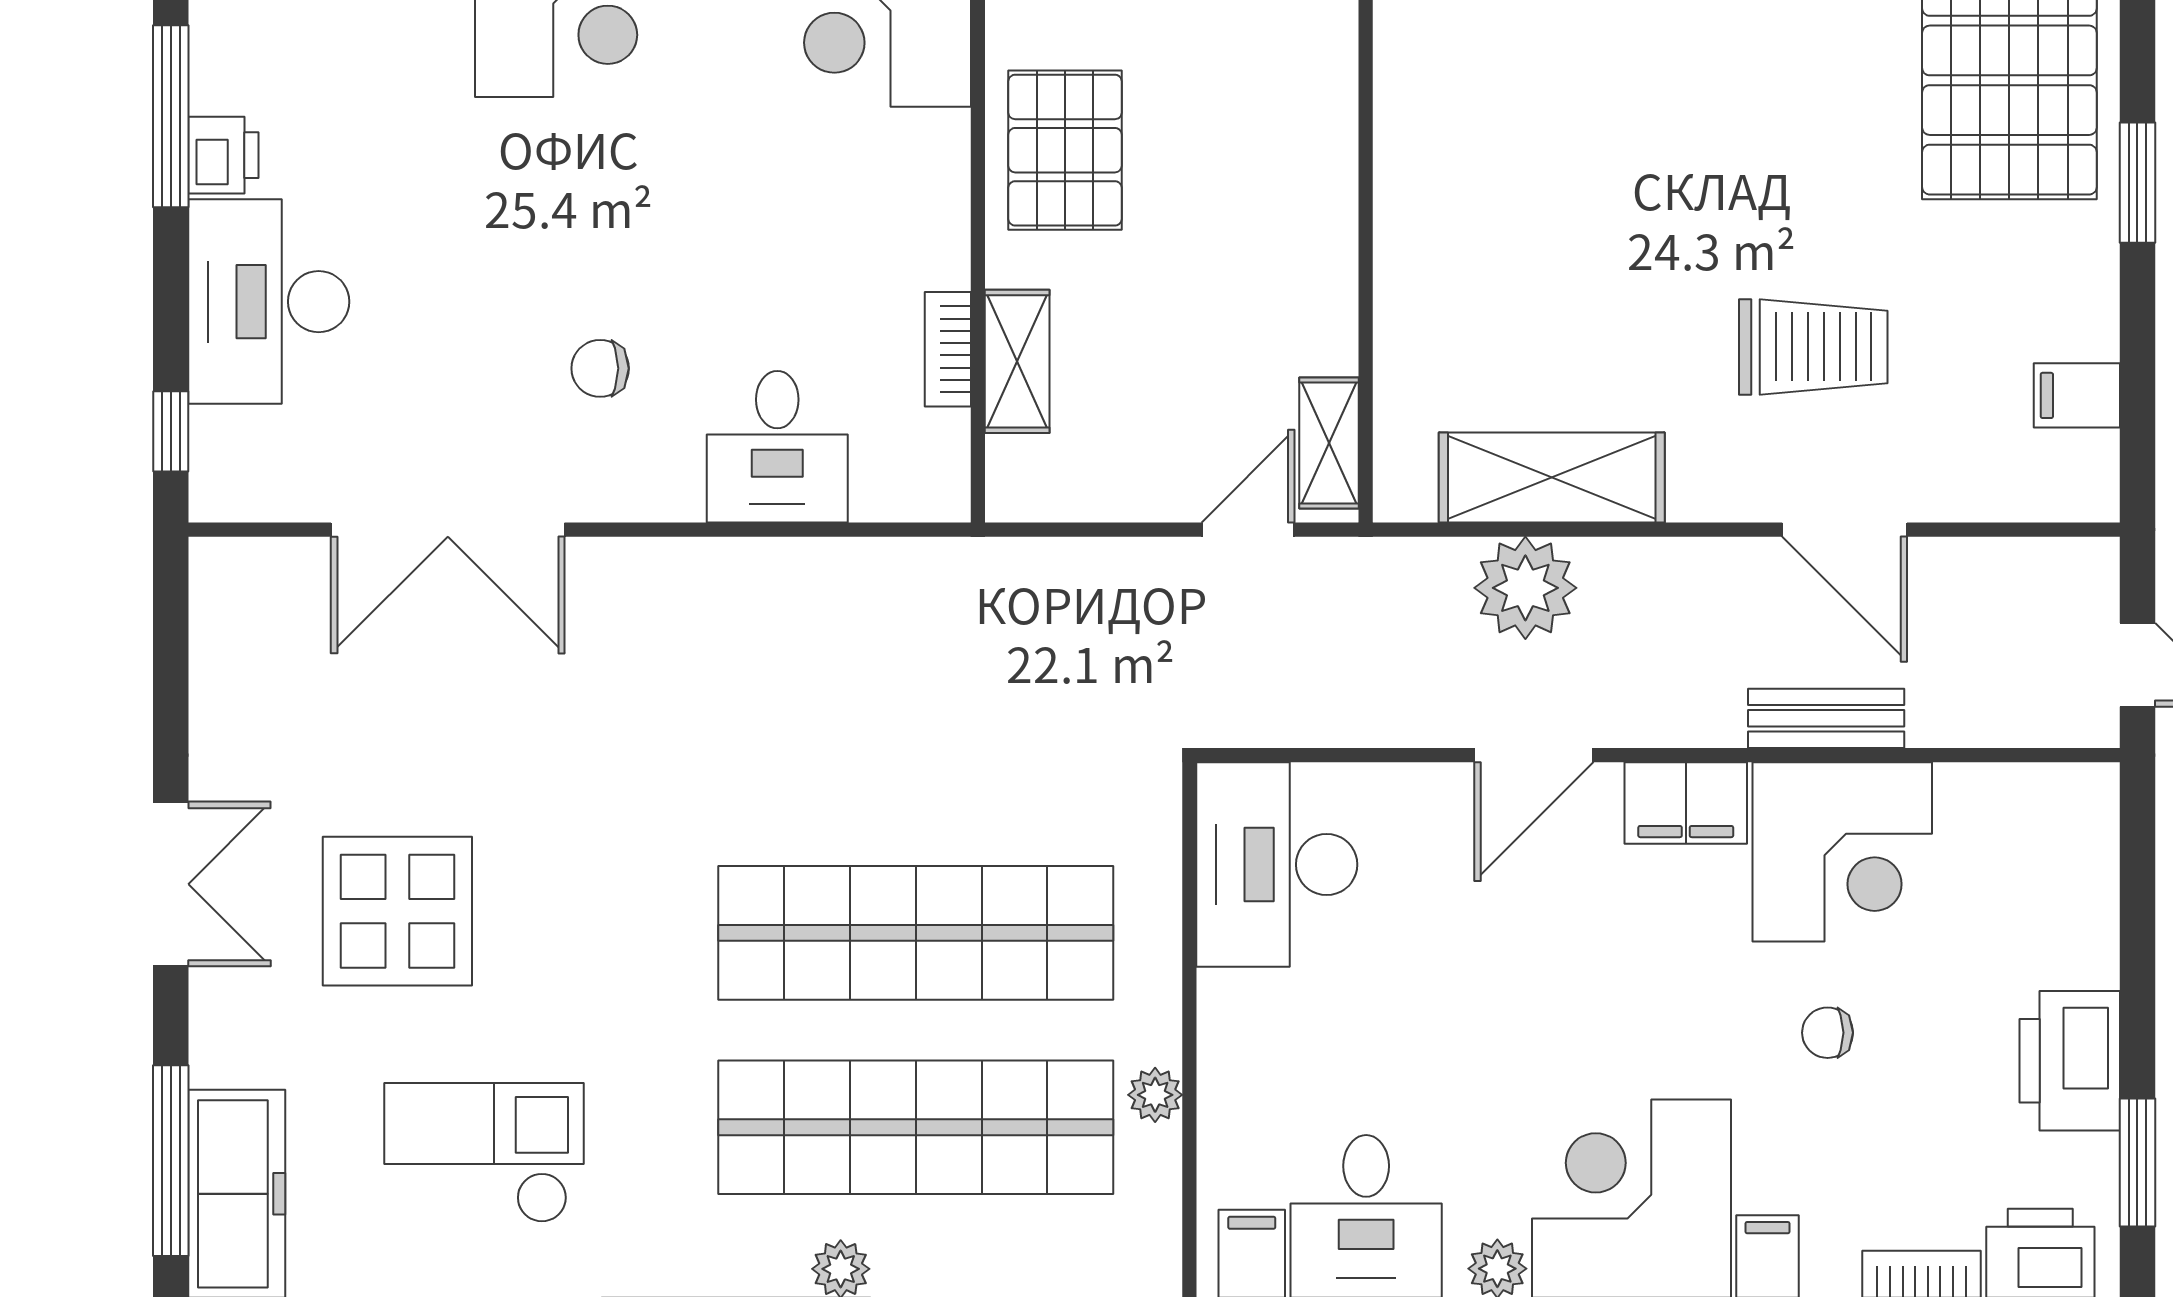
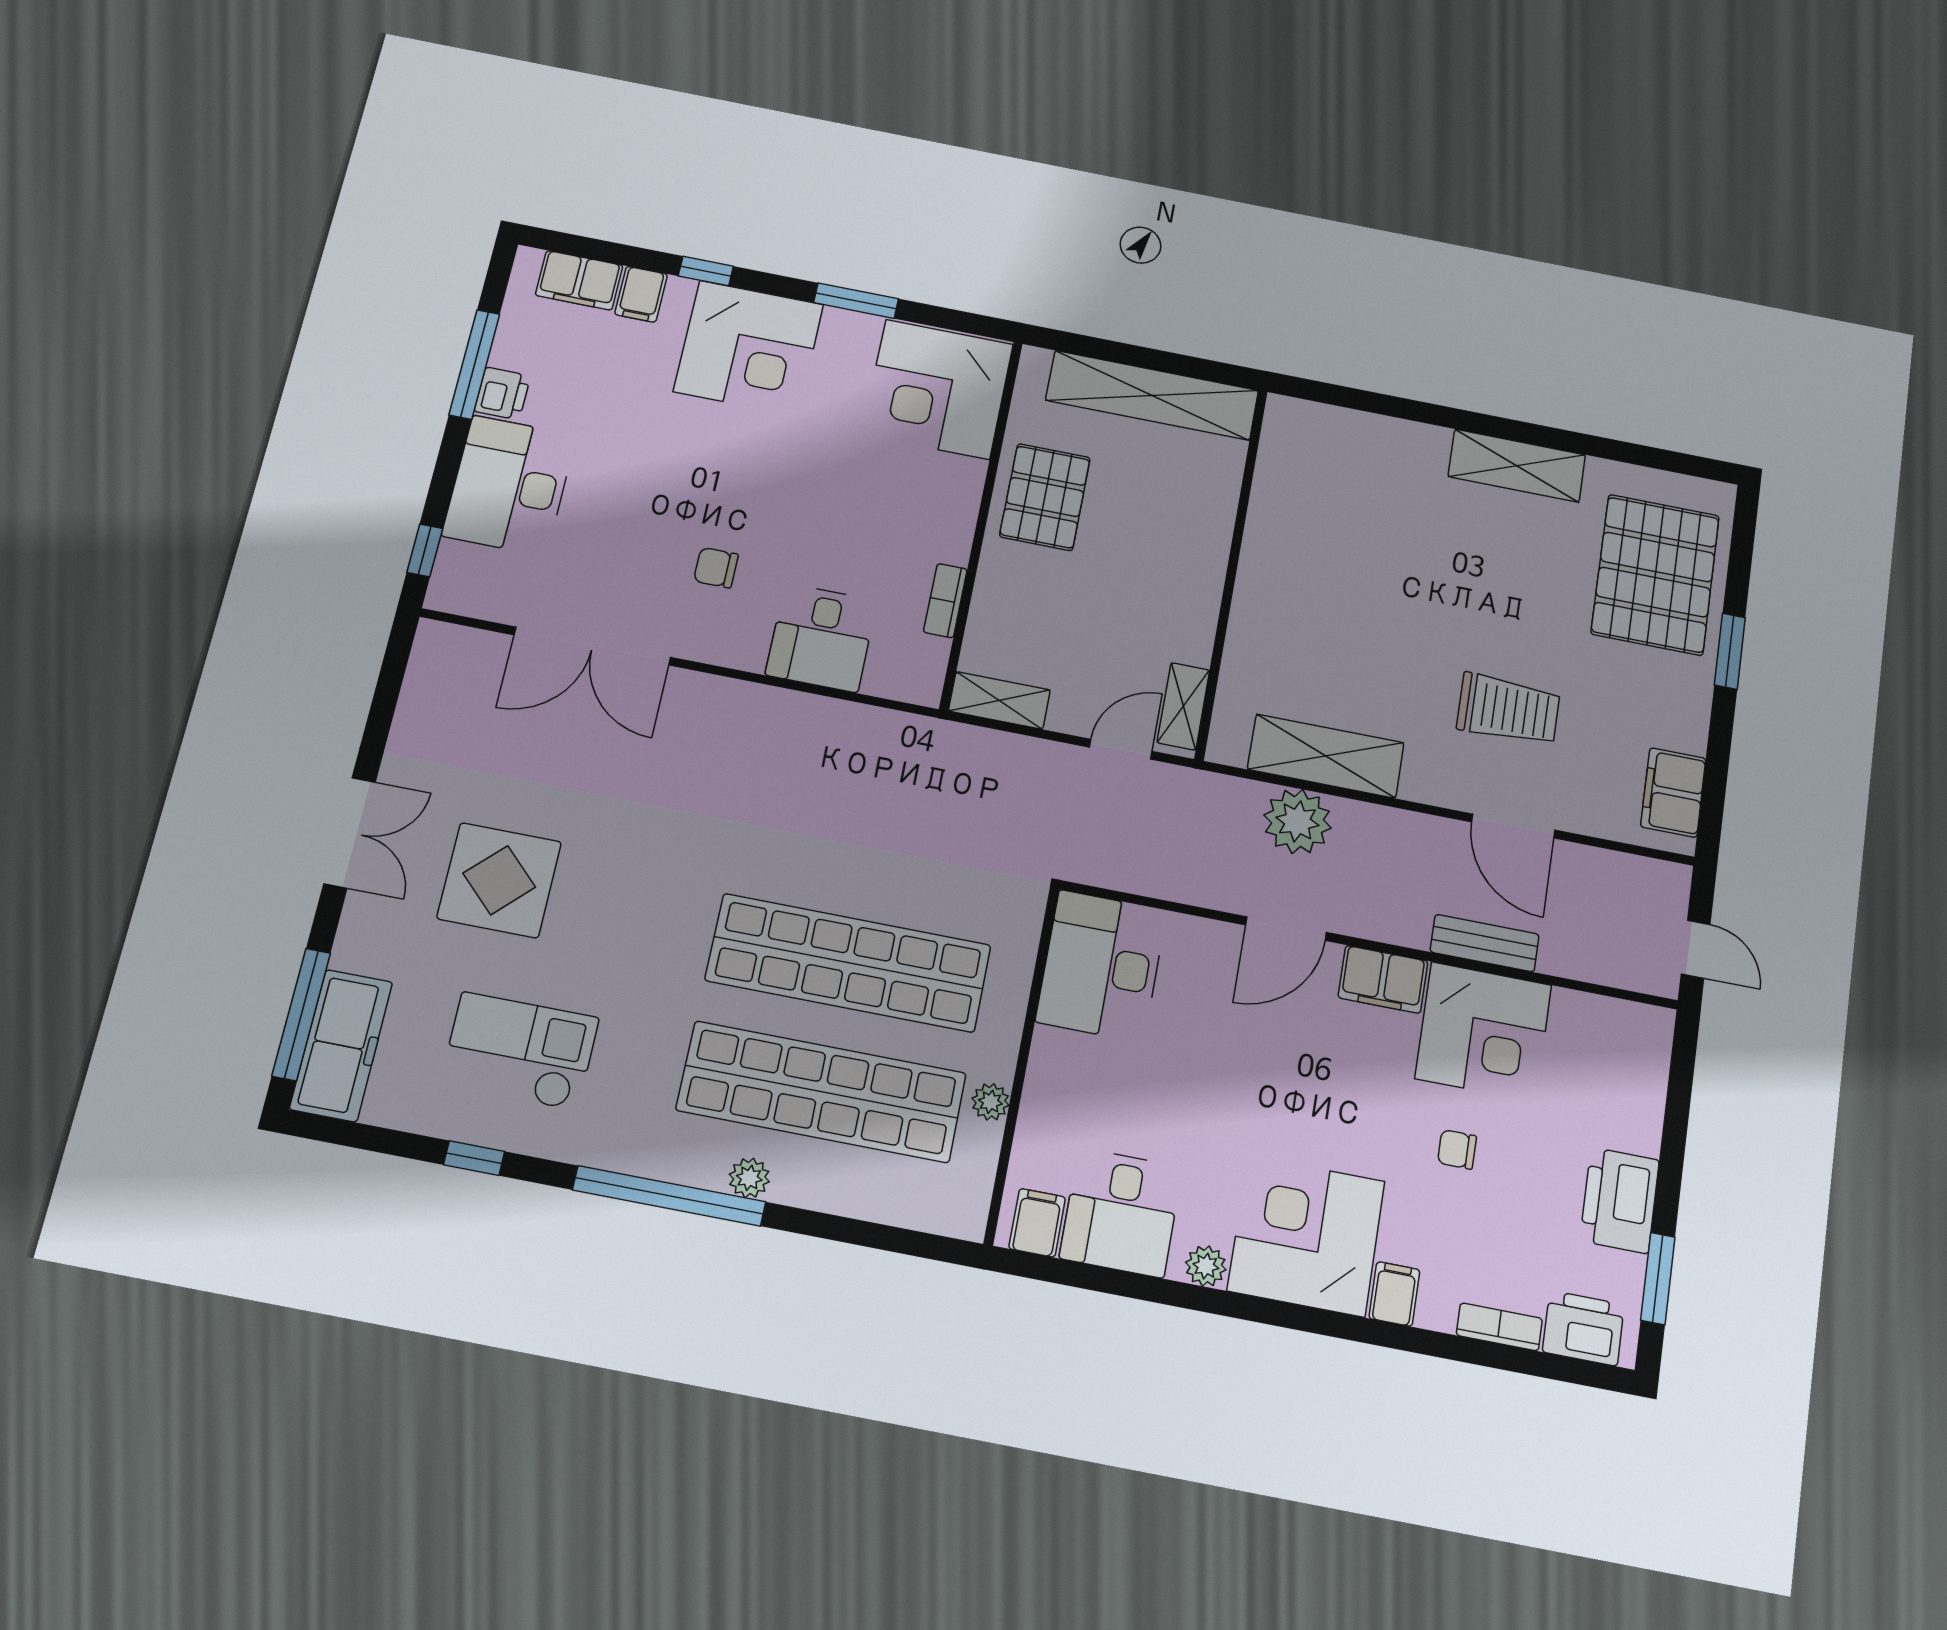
shelving: (1017, 361) -> (999, 700), moved, turned 90
filing cabinet: (2077, 395) -> (1673, 792), width x2.00

